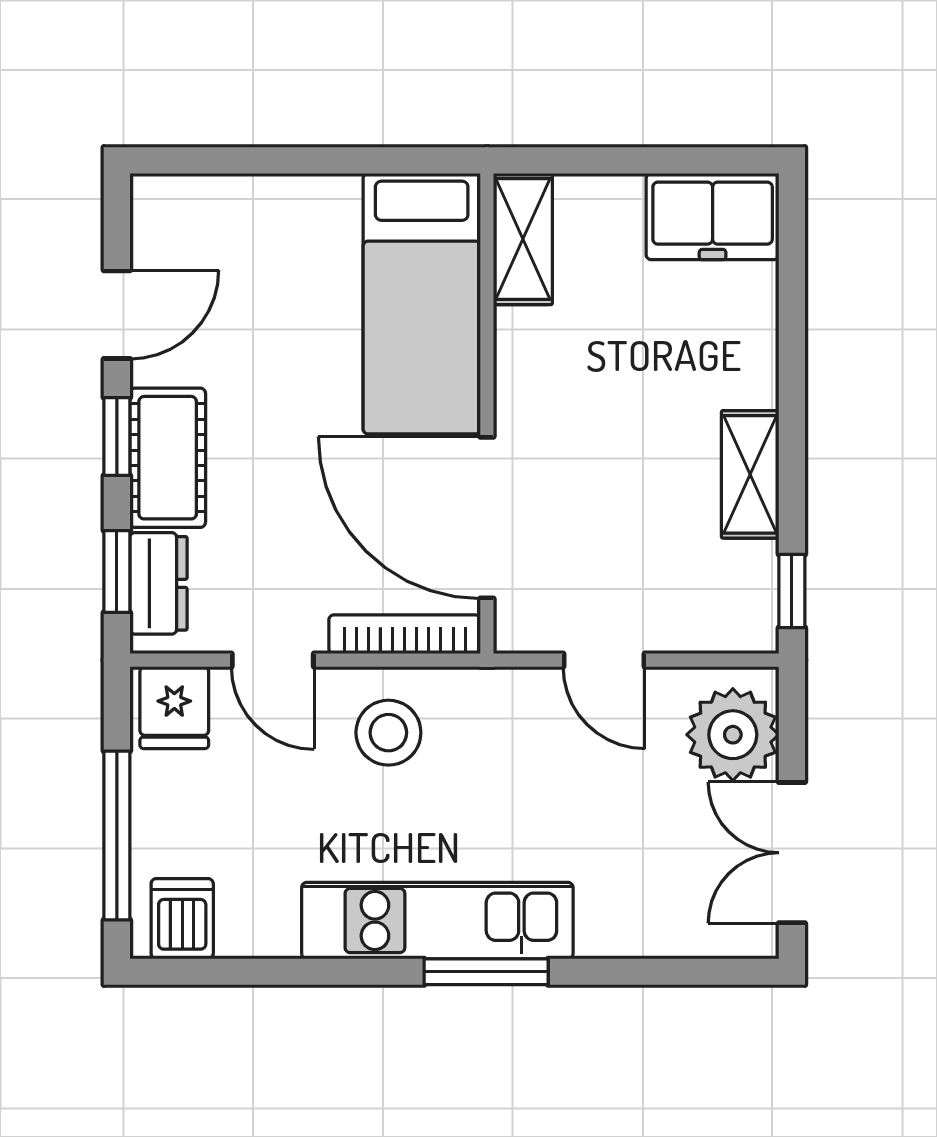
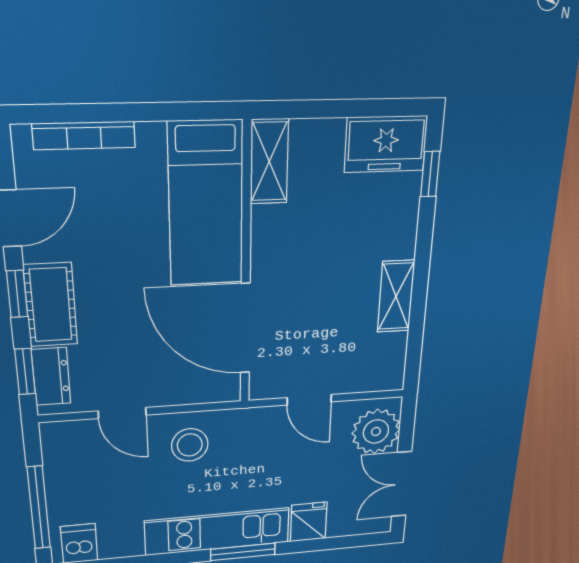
window: (792, 591) -> (430, 174), moved
bookcase: (405, 634) -> (84, 136), moved, turned 180
fridge: (174, 708) -> (309, 522), moved, turned 180

